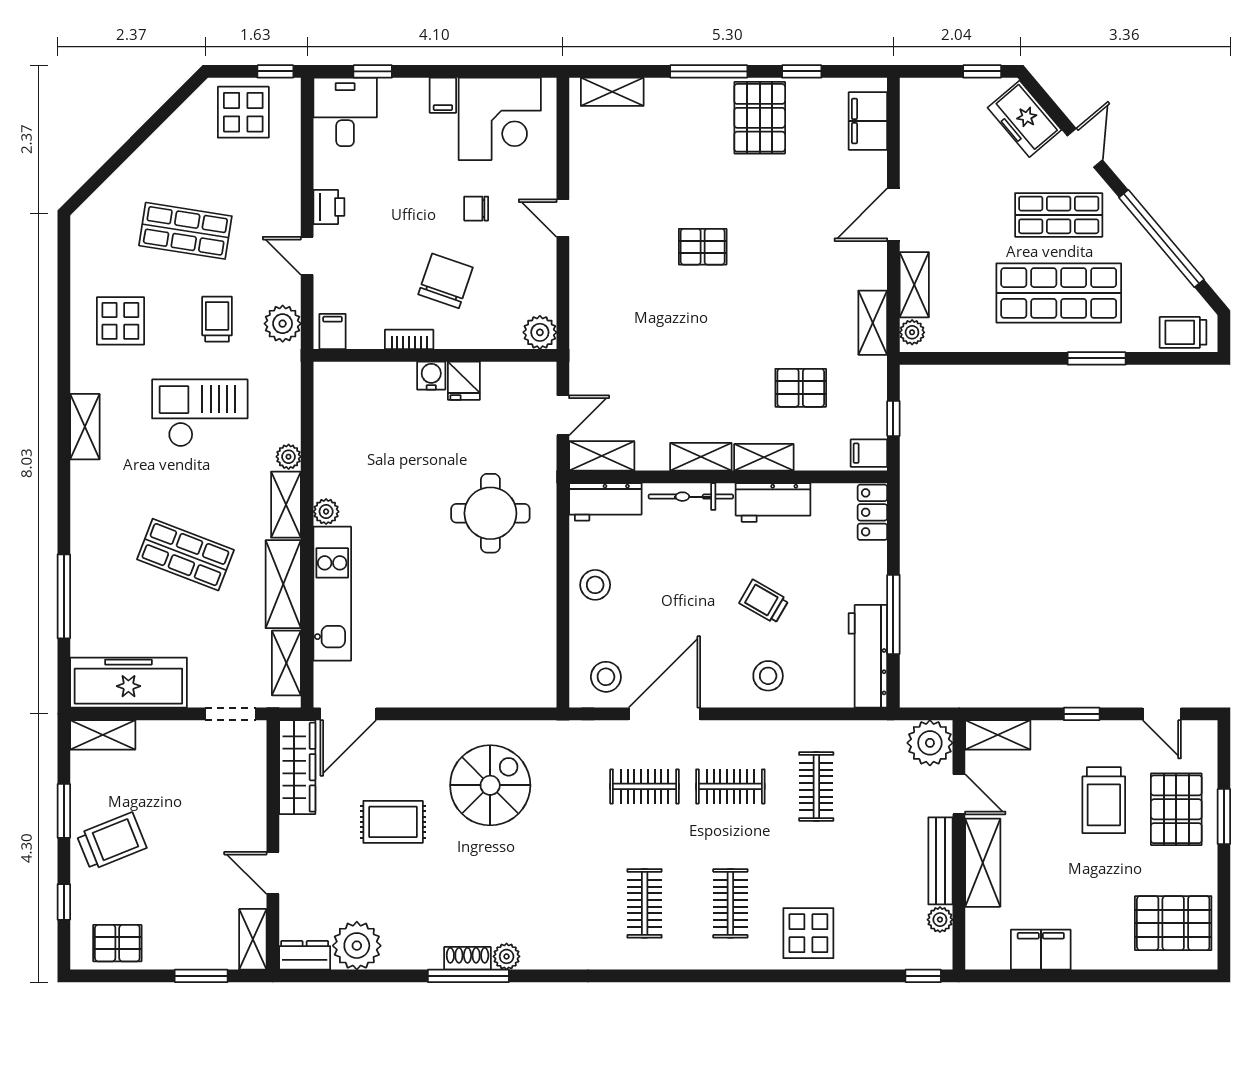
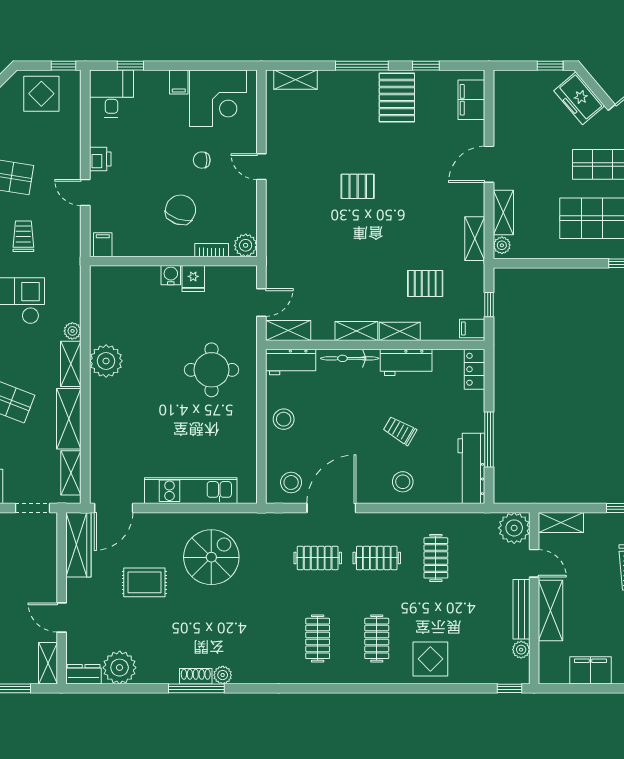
plant: (283, 324) -> (68, 239), removed
bookcase: (409, 339) -> (212, 250), moved
plant: (326, 512) -> (106, 361), width x1.87, depth x1.87
kitchen unit: (332, 594) -> (191, 491), moved, turned -90

